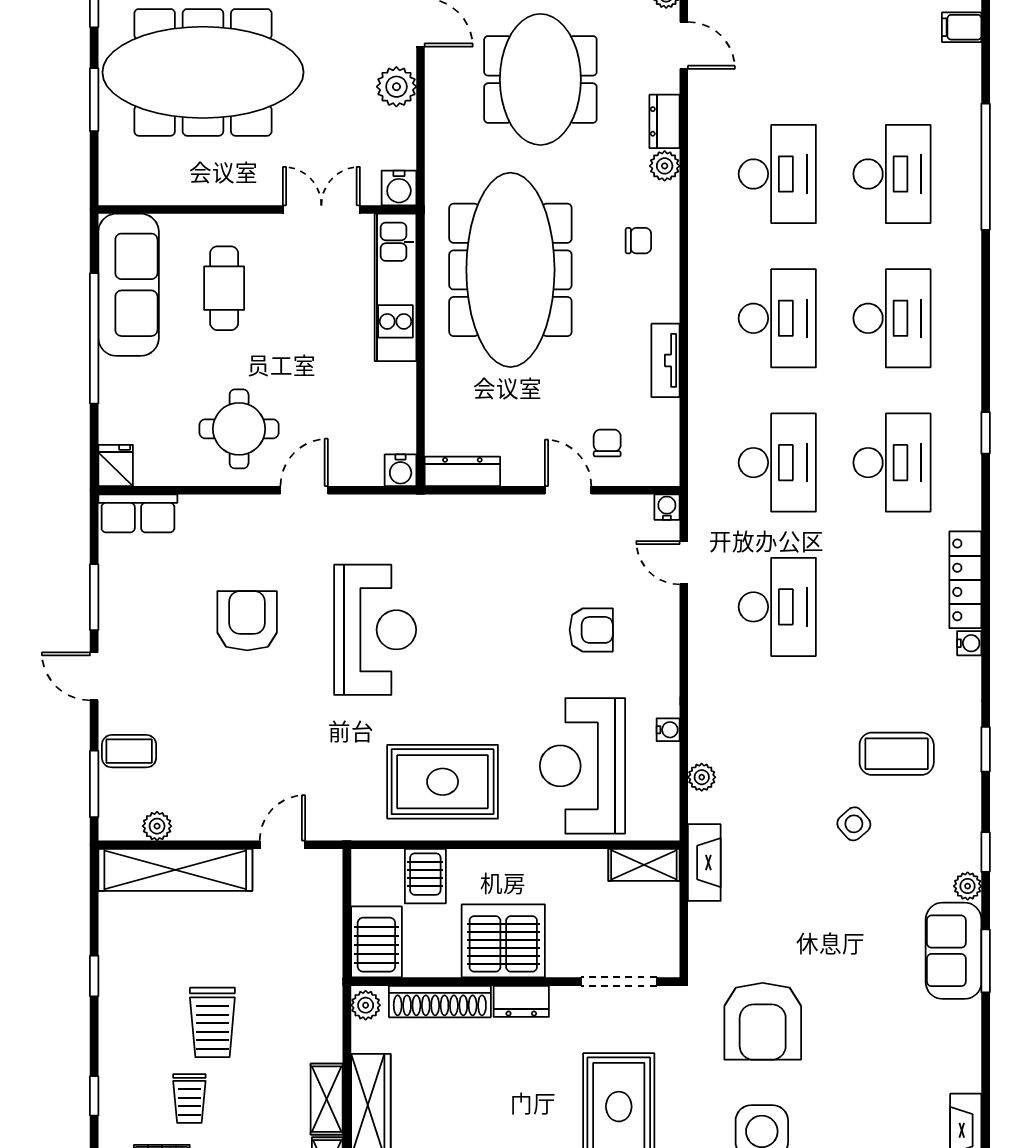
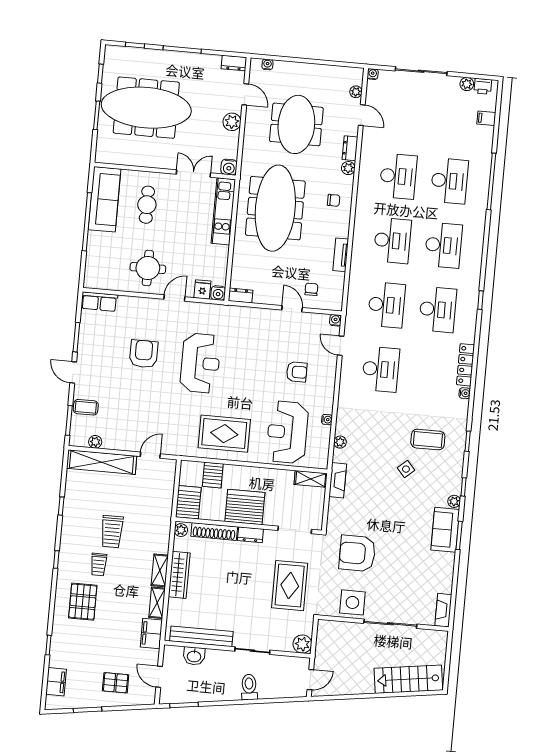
fridge: (116, 465) -> (202, 289), moved
dresser: (462, 471) -> (241, 296), width x0.70
armchair: (763, 1021) -> (357, 553), turned 90

